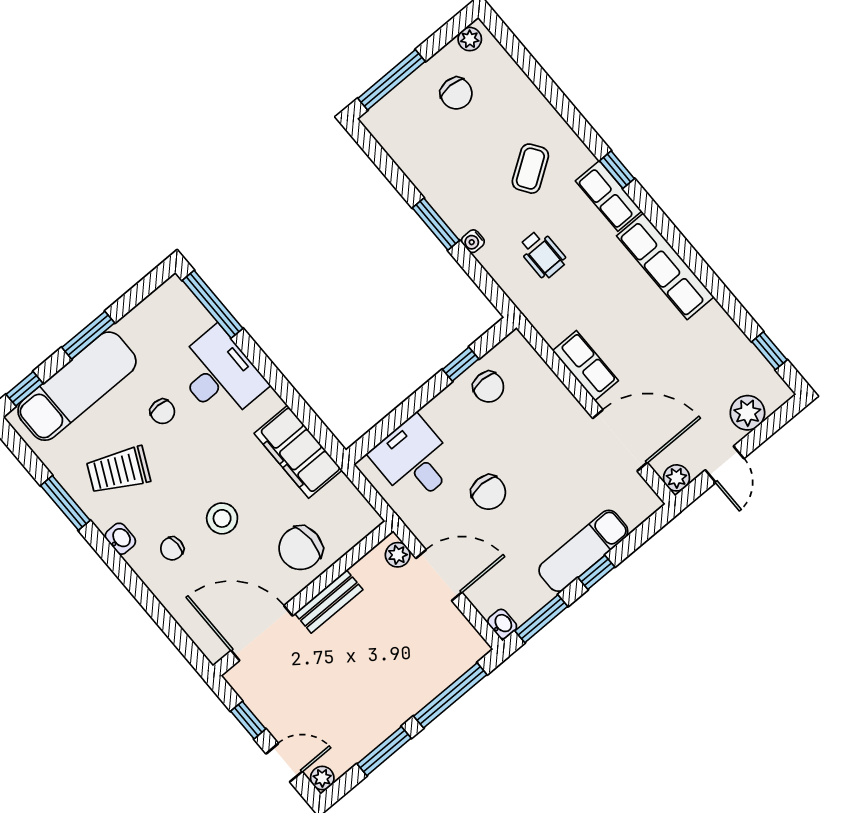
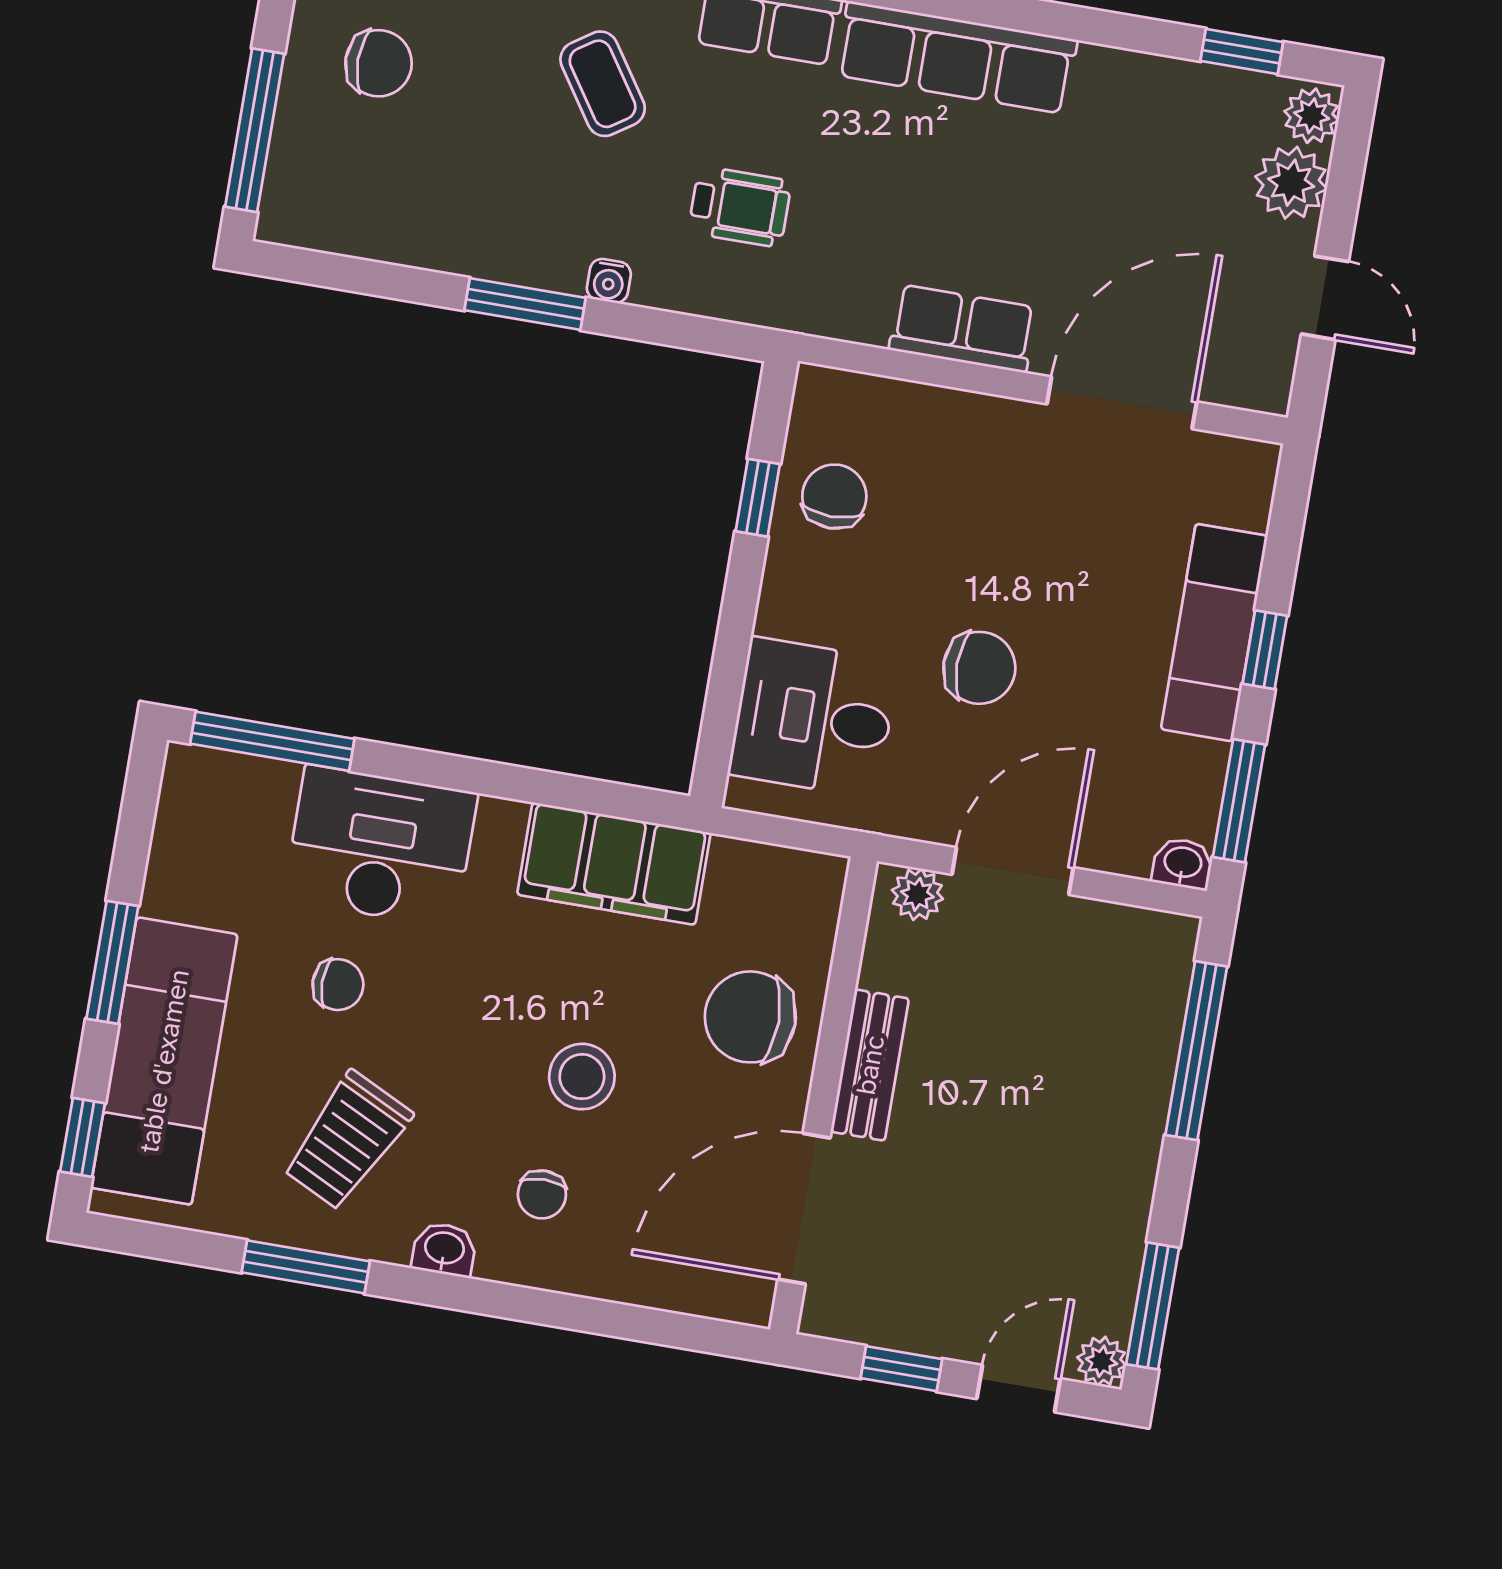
chair: (488, 387) -> (834, 497), turned -90
plant: (677, 478) -> (1312, 116), moved
chair: (301, 548) -> (750, 1017), turned 90
window: (384, 751) -> (1153, 1306), moved

